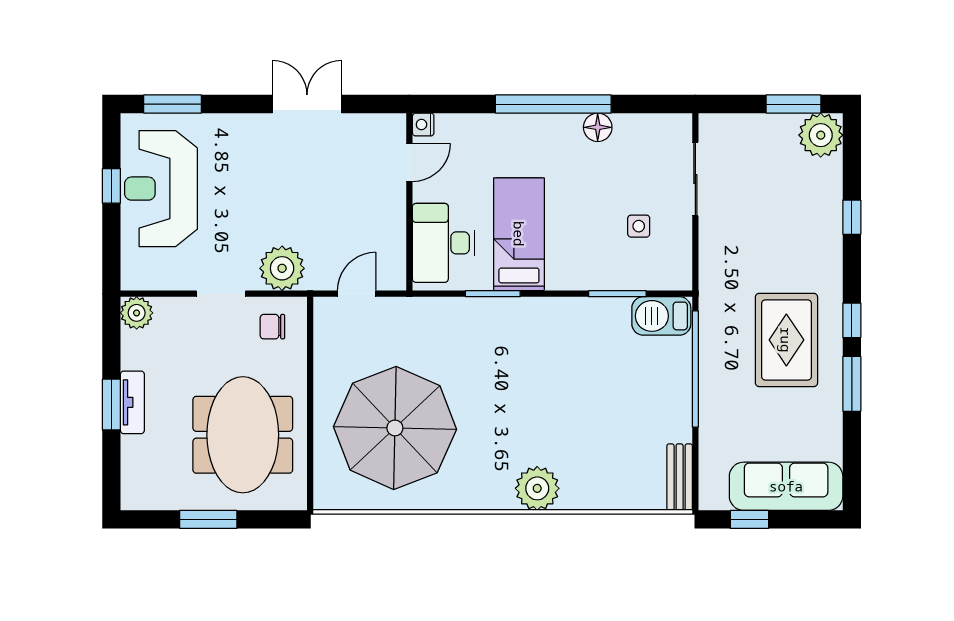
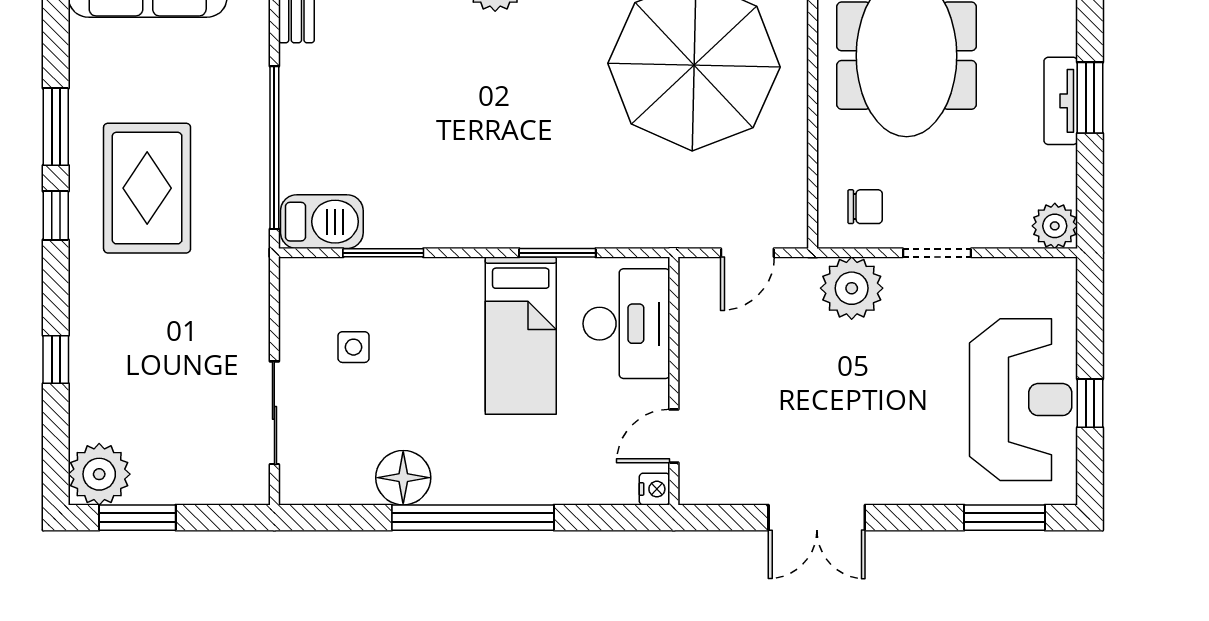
floor lamp: (598, 127) -> (403, 478), width x1.38, depth x1.38

